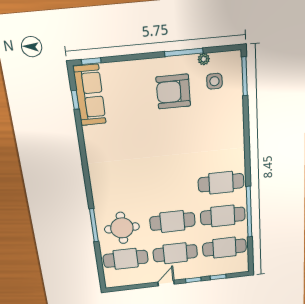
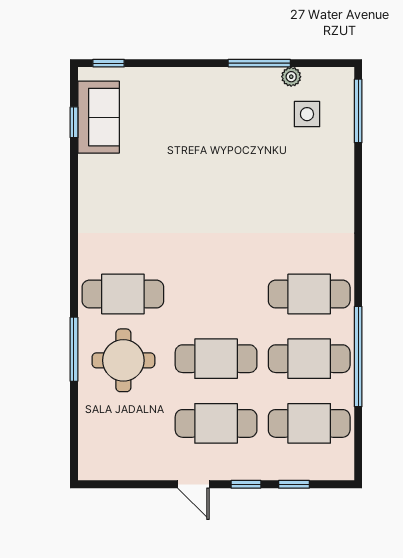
armchair: (173, 92) -> (237, 125), removed
sofa: (90, 95) -> (99, 117), width x0.73
cafe table: (126, 259) -> (123, 294), moved
door: (166, 283) -> (193, 484), swing flipped

